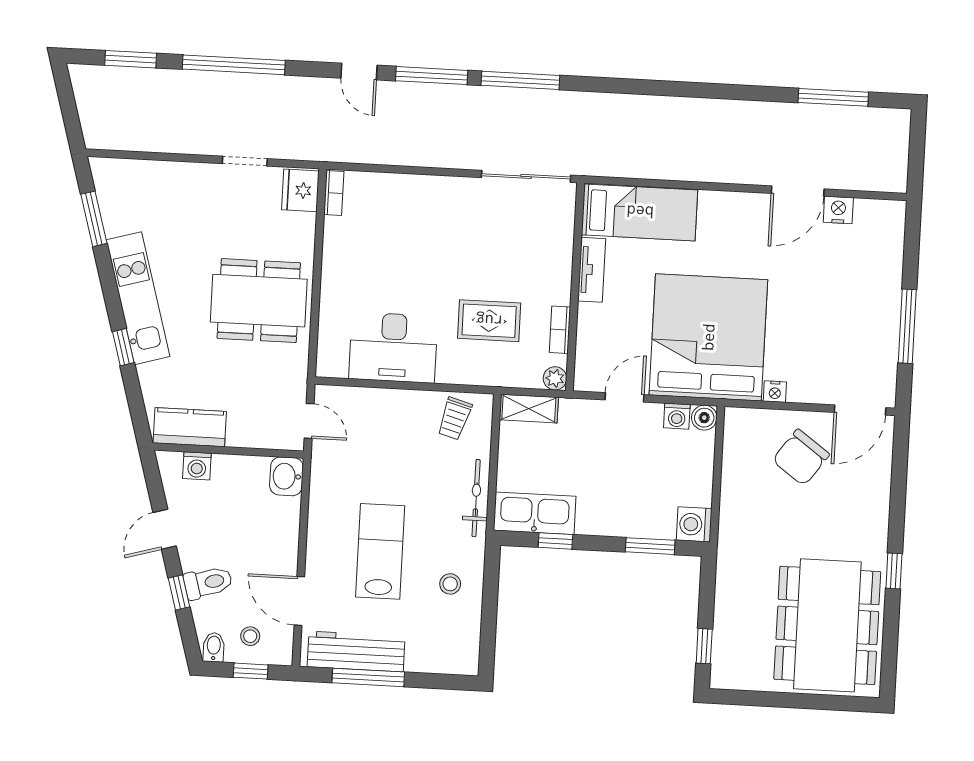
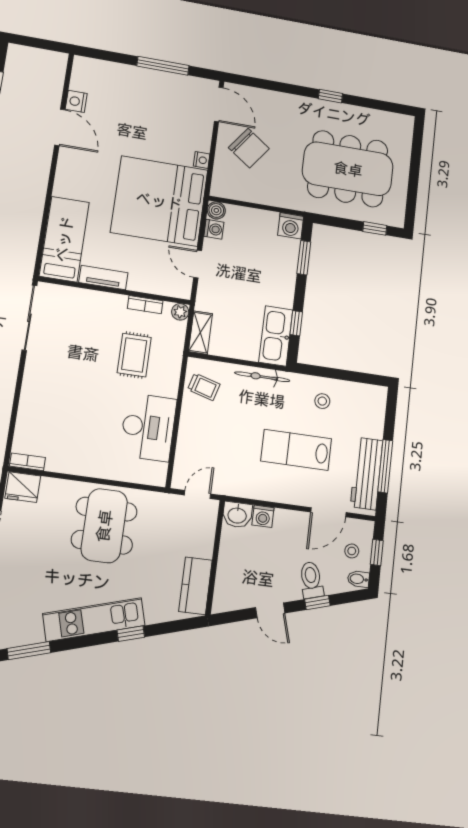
washing machine: (197, 466) -> (263, 516), moved, turned 90
dining table: (827, 625) -> (348, 169), moved

